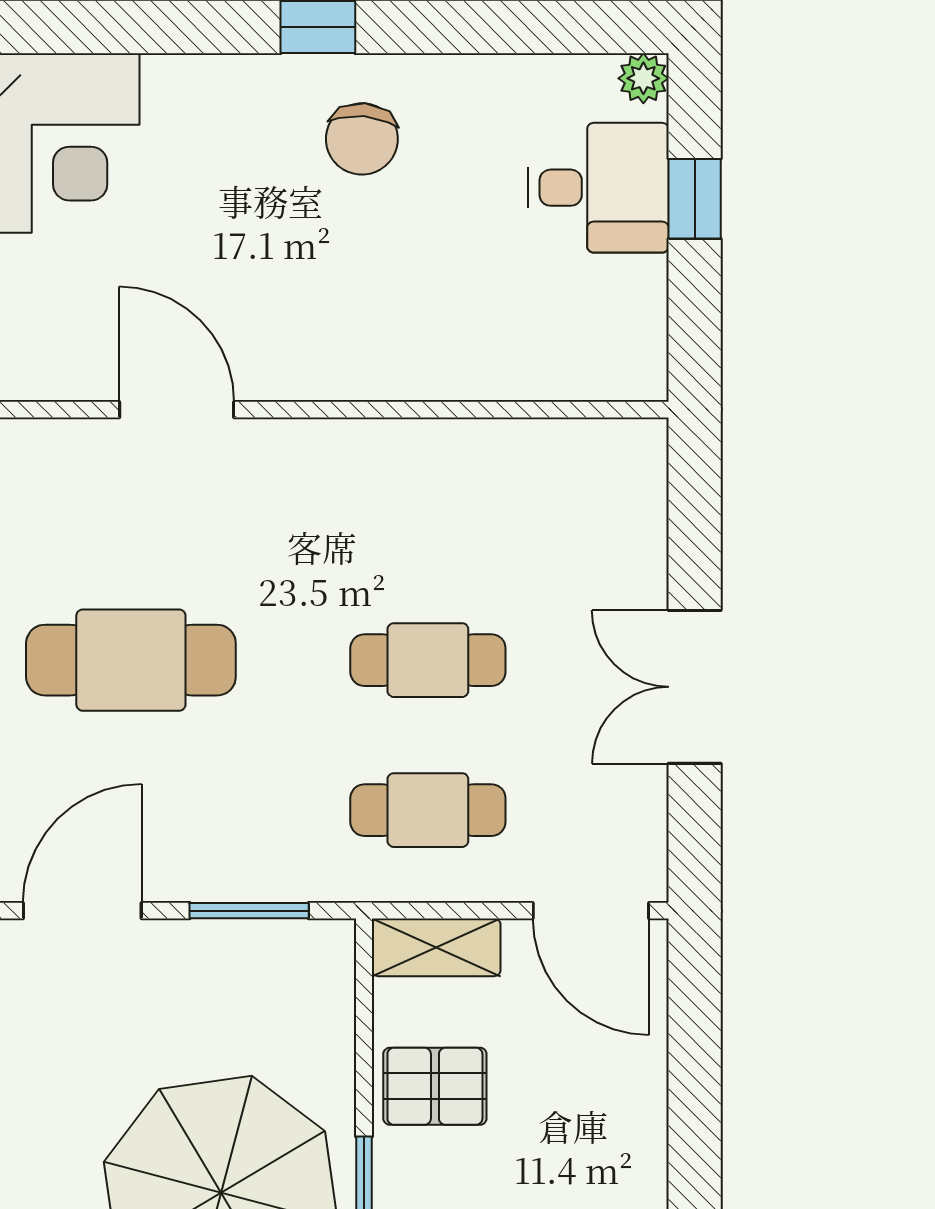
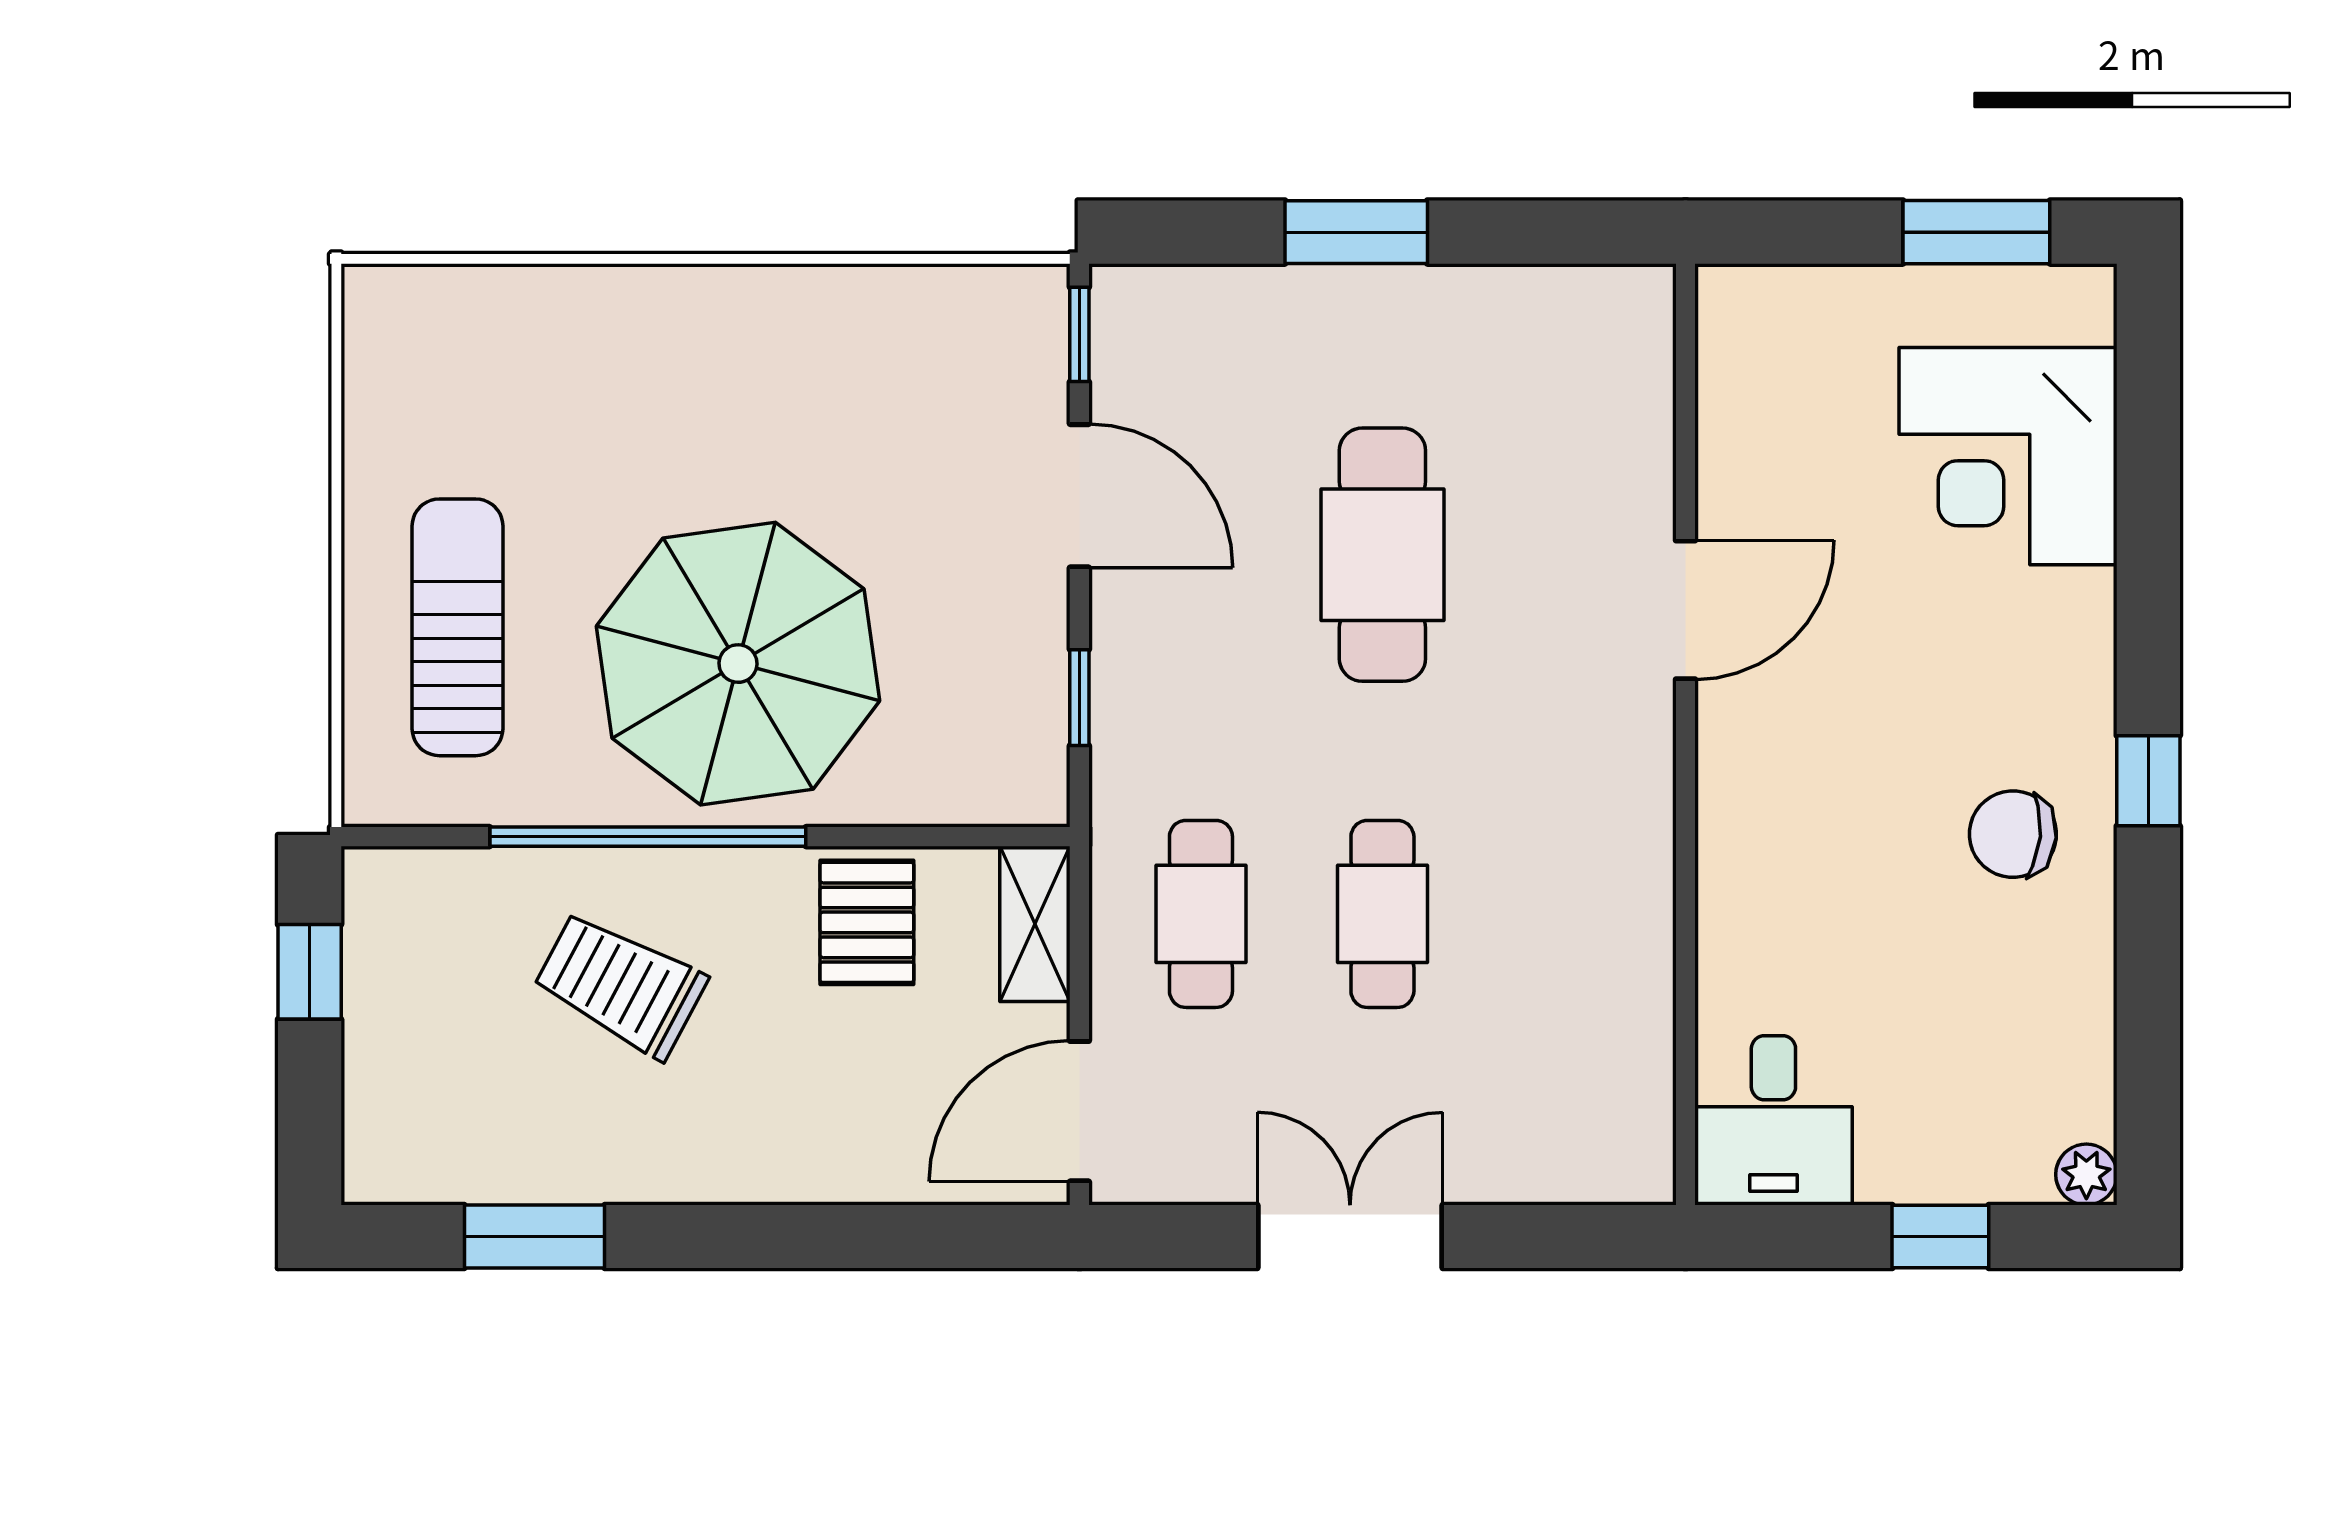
desk: (598, 188) -> (1773, 1120), moved
window: (249, 911) -> (1079, 698), width x0.67

